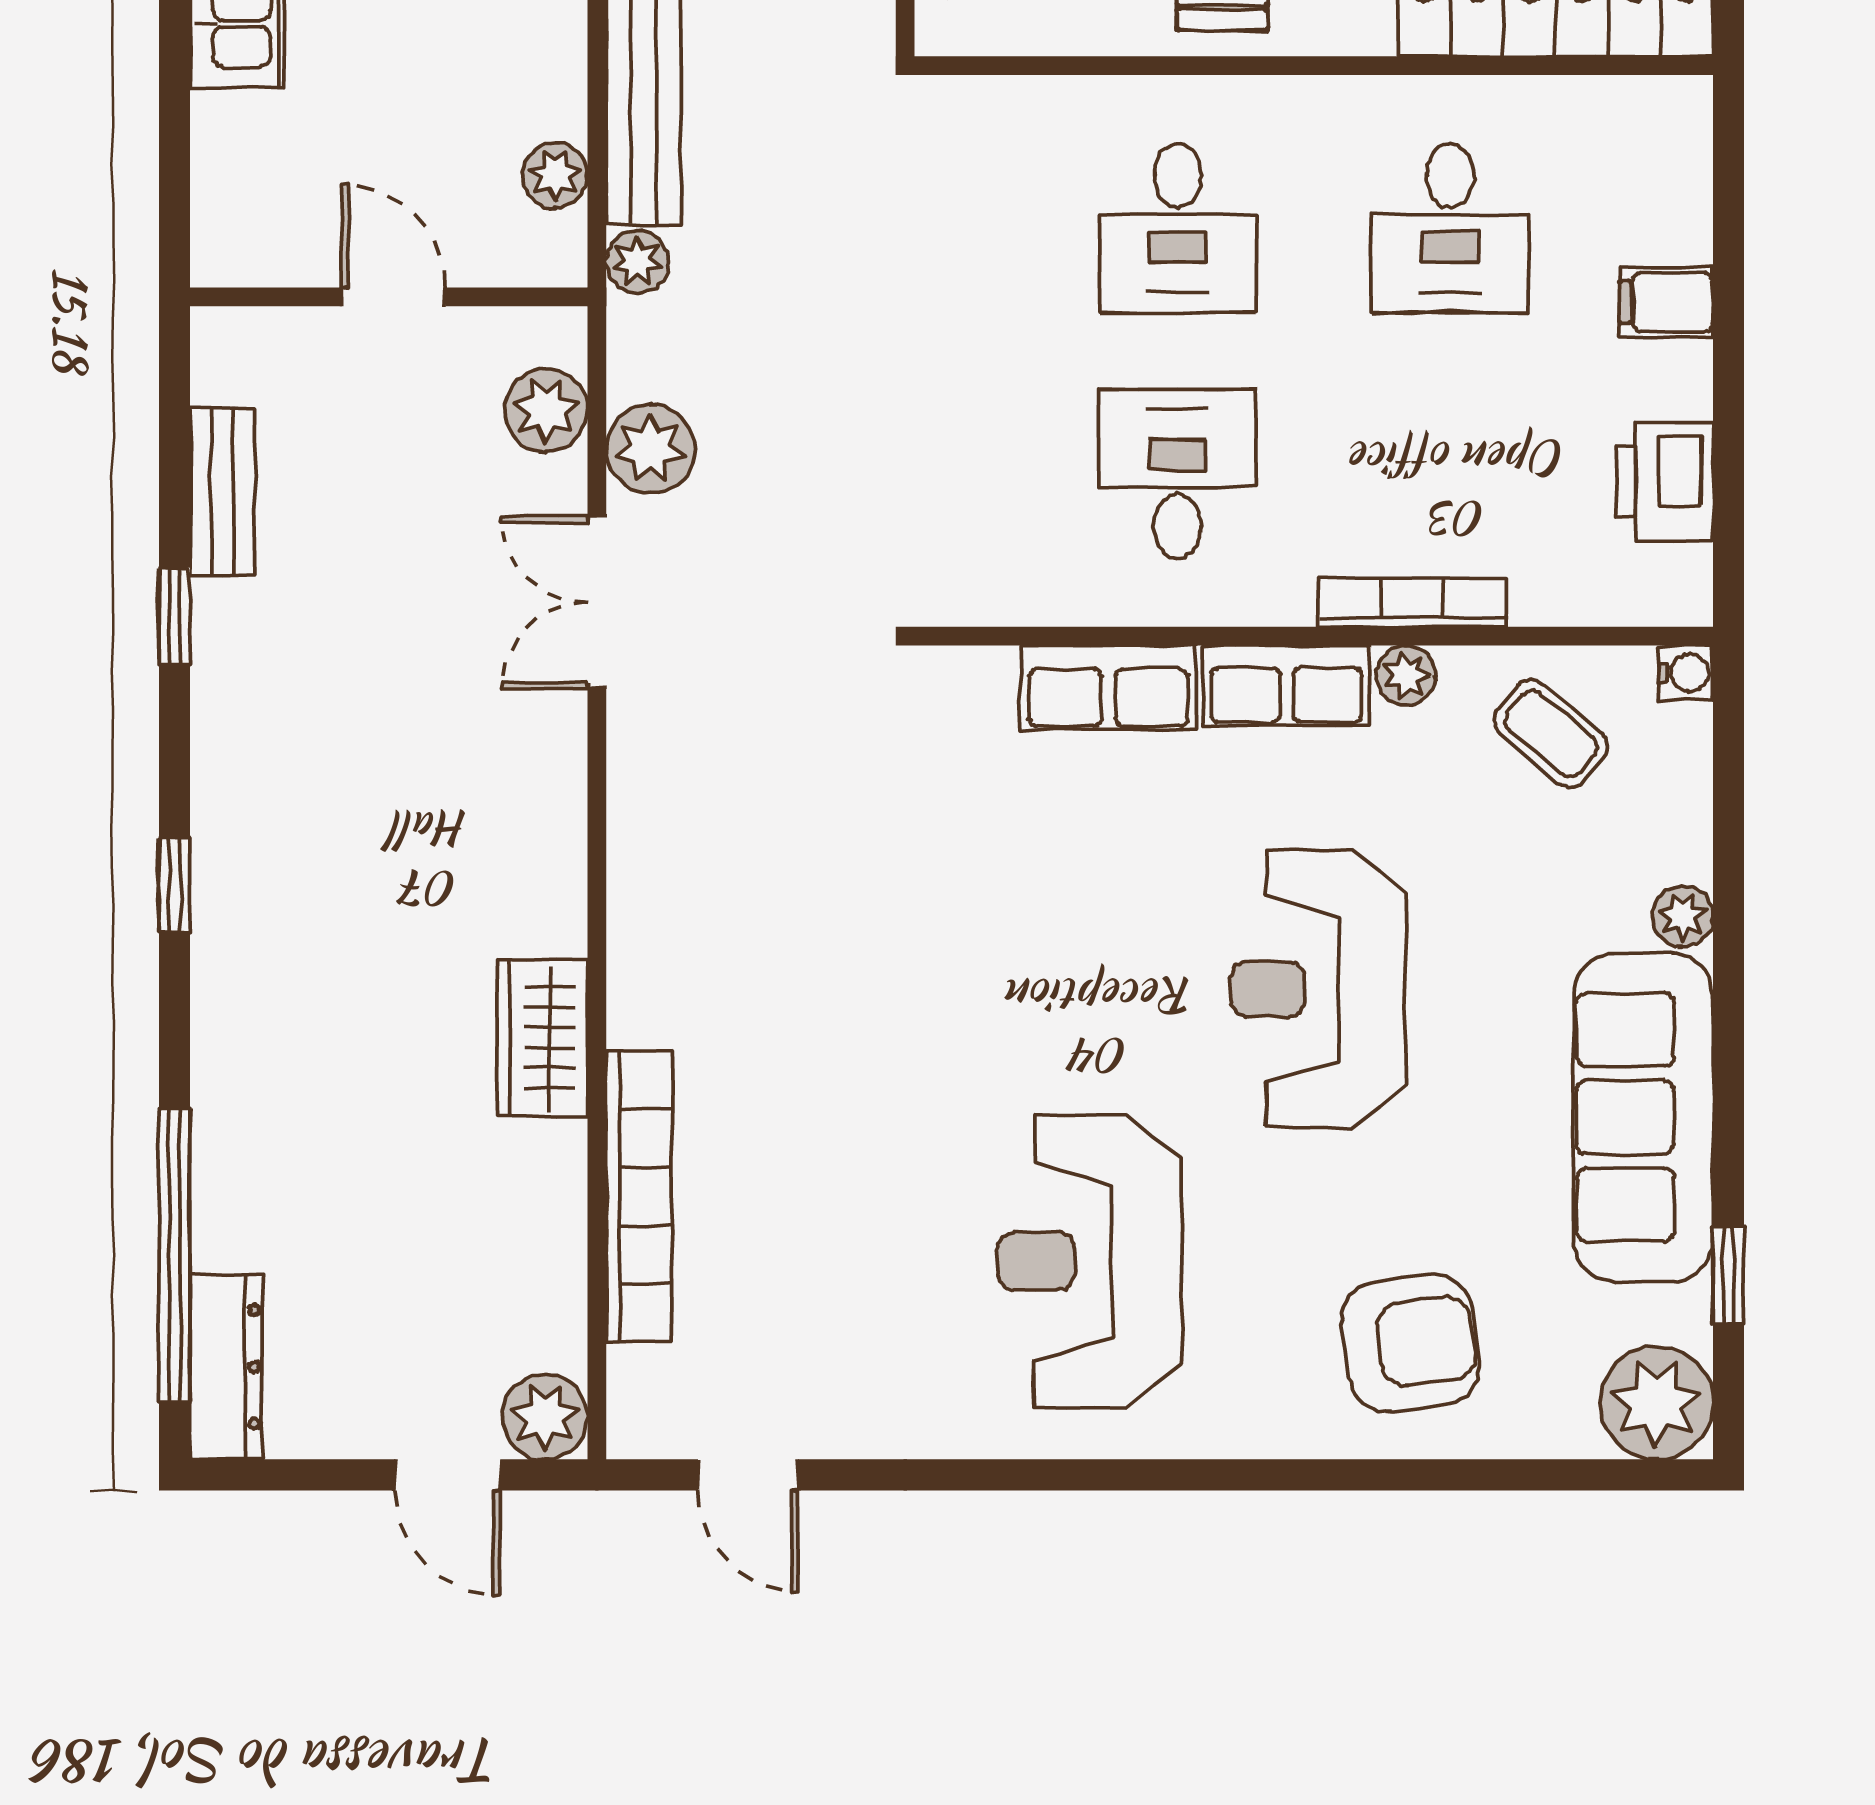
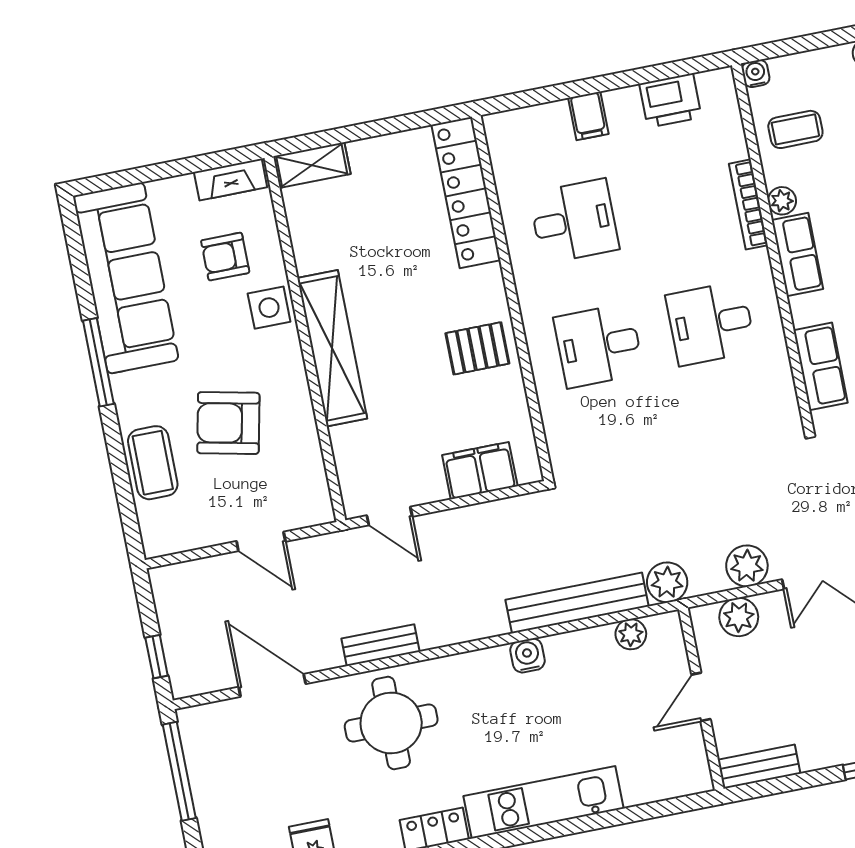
desk: (1178, 228) -> (599, 345), turned 180
plant: (637, 262) -> (667, 582), width x1.38, depth x1.38
bench: (222, 492) -> (759, 767), moved
row of seats: (1109, 688) -> (821, 366), moved
coffee table: (1551, 733) -> (795, 129), turned 50

